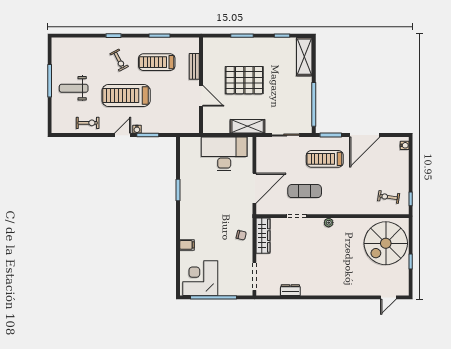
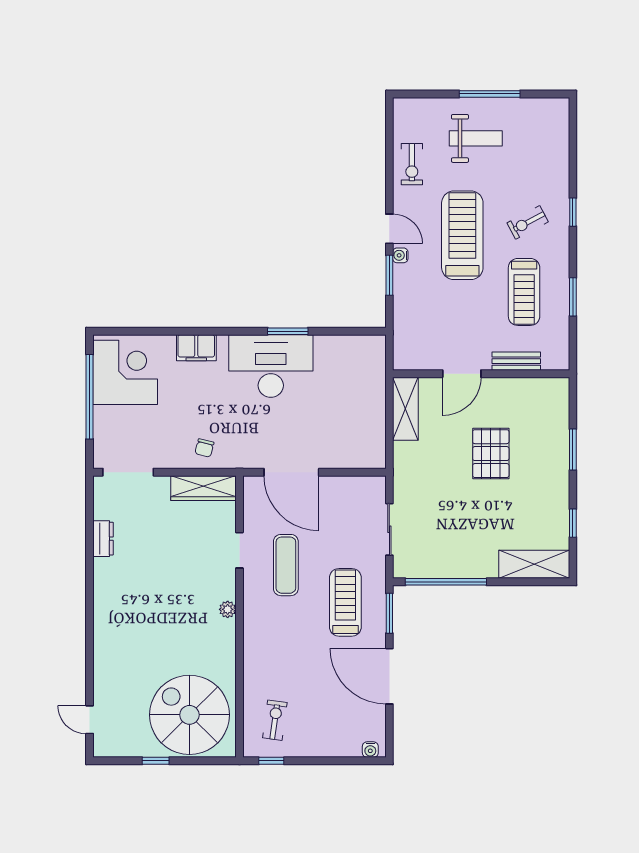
treadmill: (157, 62) -> (524, 292), turned 180
pallet: (244, 80) -> (491, 454), width x0.73, depth x0.71
weight bench: (74, 88) -> (476, 138), turned 90
shelving: (248, 126) -> (405, 409), moved
desk: (224, 154) -> (271, 366), moved, turned -90
filing cabinet: (187, 245) -> (196, 348), width x2.00

